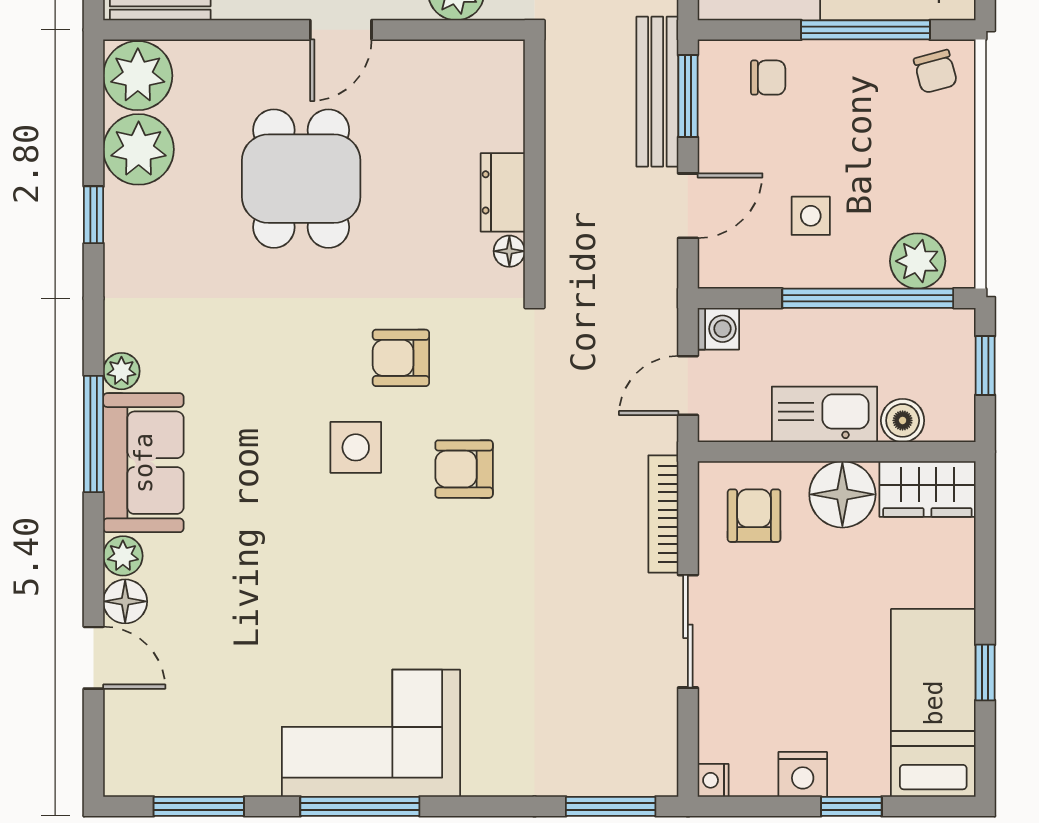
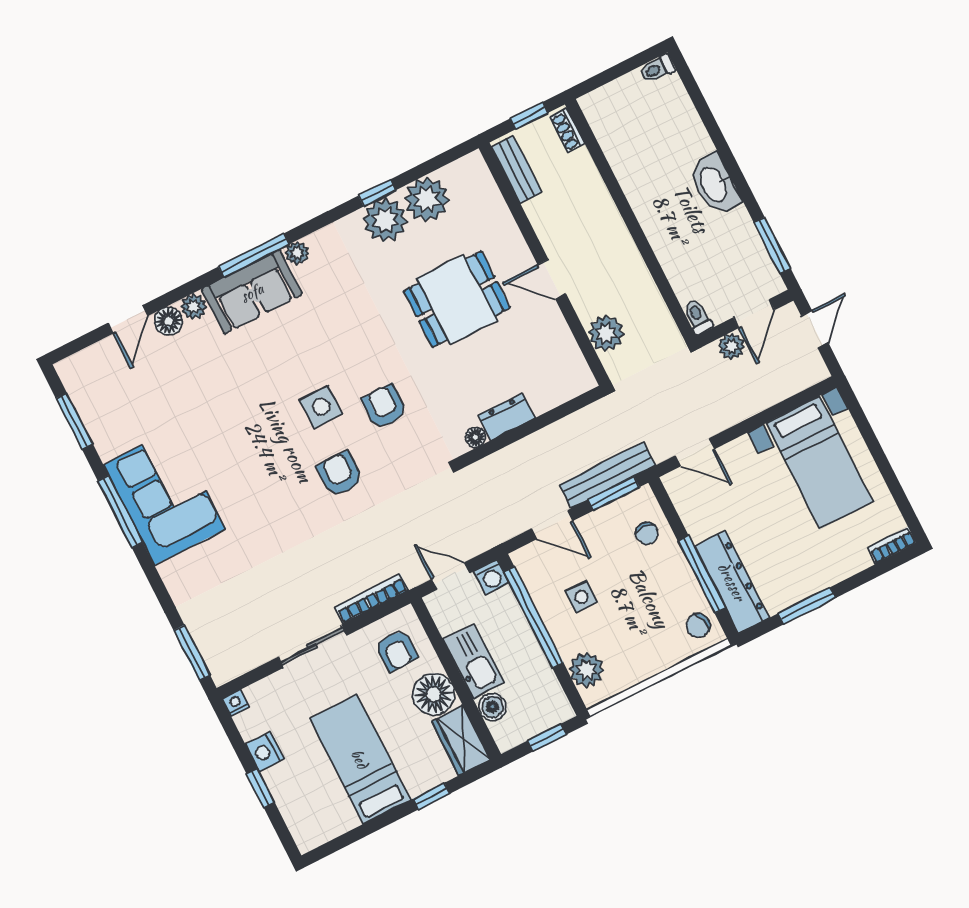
plant: (138, 76) -> (385, 220), moved
window: (868, 298) -> (533, 617), moved
armchair: (754, 516) -> (396, 650), turned 90
window: (985, 673) -> (432, 796), moved
bed: (933, 703) -> (360, 759), moved, turned -90

